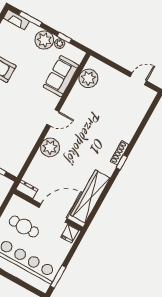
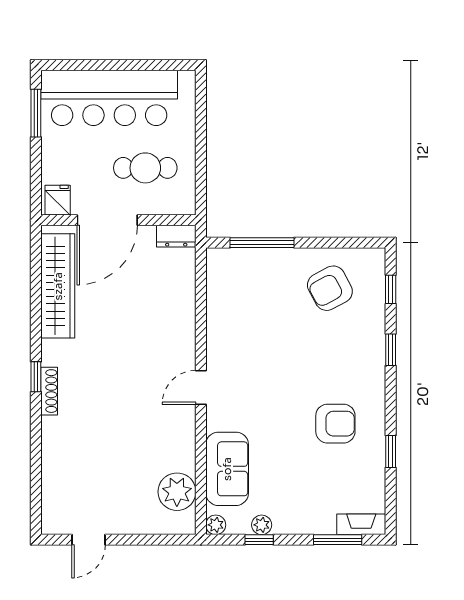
plant: (44, 40) -> (216, 525), moved, width x0.53, depth x0.53
plant: (50, 147) -> (177, 333), removed

